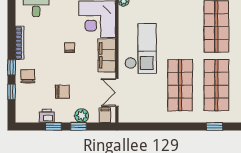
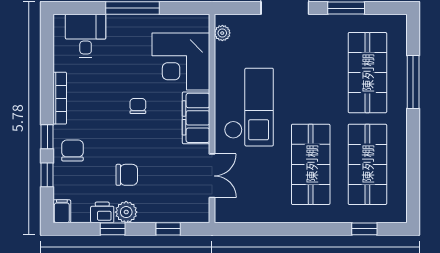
double door: (117, 92) -> (212, 176), swing flipped
filing cabinet: (105, 115) -> (62, 211), moved
plant: (82, 116) -> (126, 212), moved
window: (78, 126) -> (168, 229), moved

